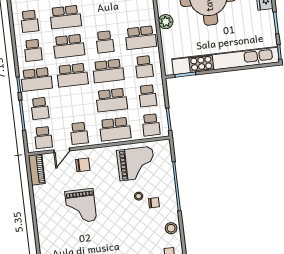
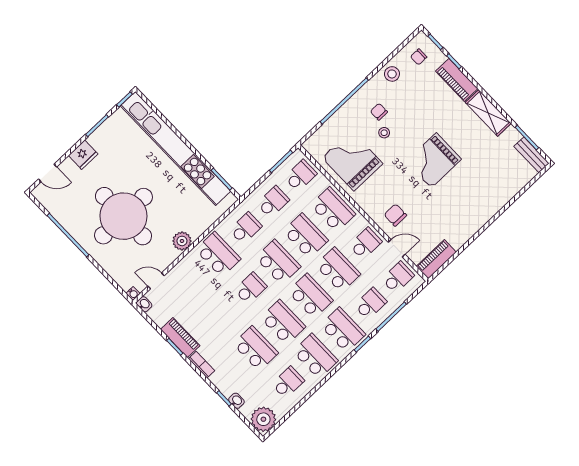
school desk: (33, 50) -> (315, 356), width x1.85
school desk: (76, 104) -> (338, 270), added
grand piano: (81, 206) -> (434, 160), moved, turned 180

